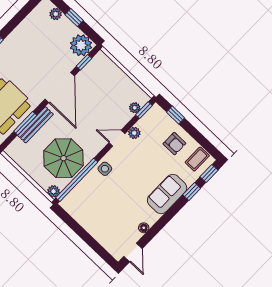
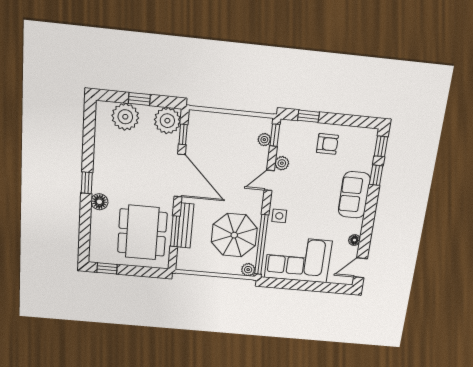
plant: (56, 14) -> (125, 117), width x1.87, depth x1.87
coffee table: (197, 159) -> (360, 142), removed
corner sofa: (94, 211) -> (298, 259), added
door: (133, 252) -> (360, 268), swing flipped

